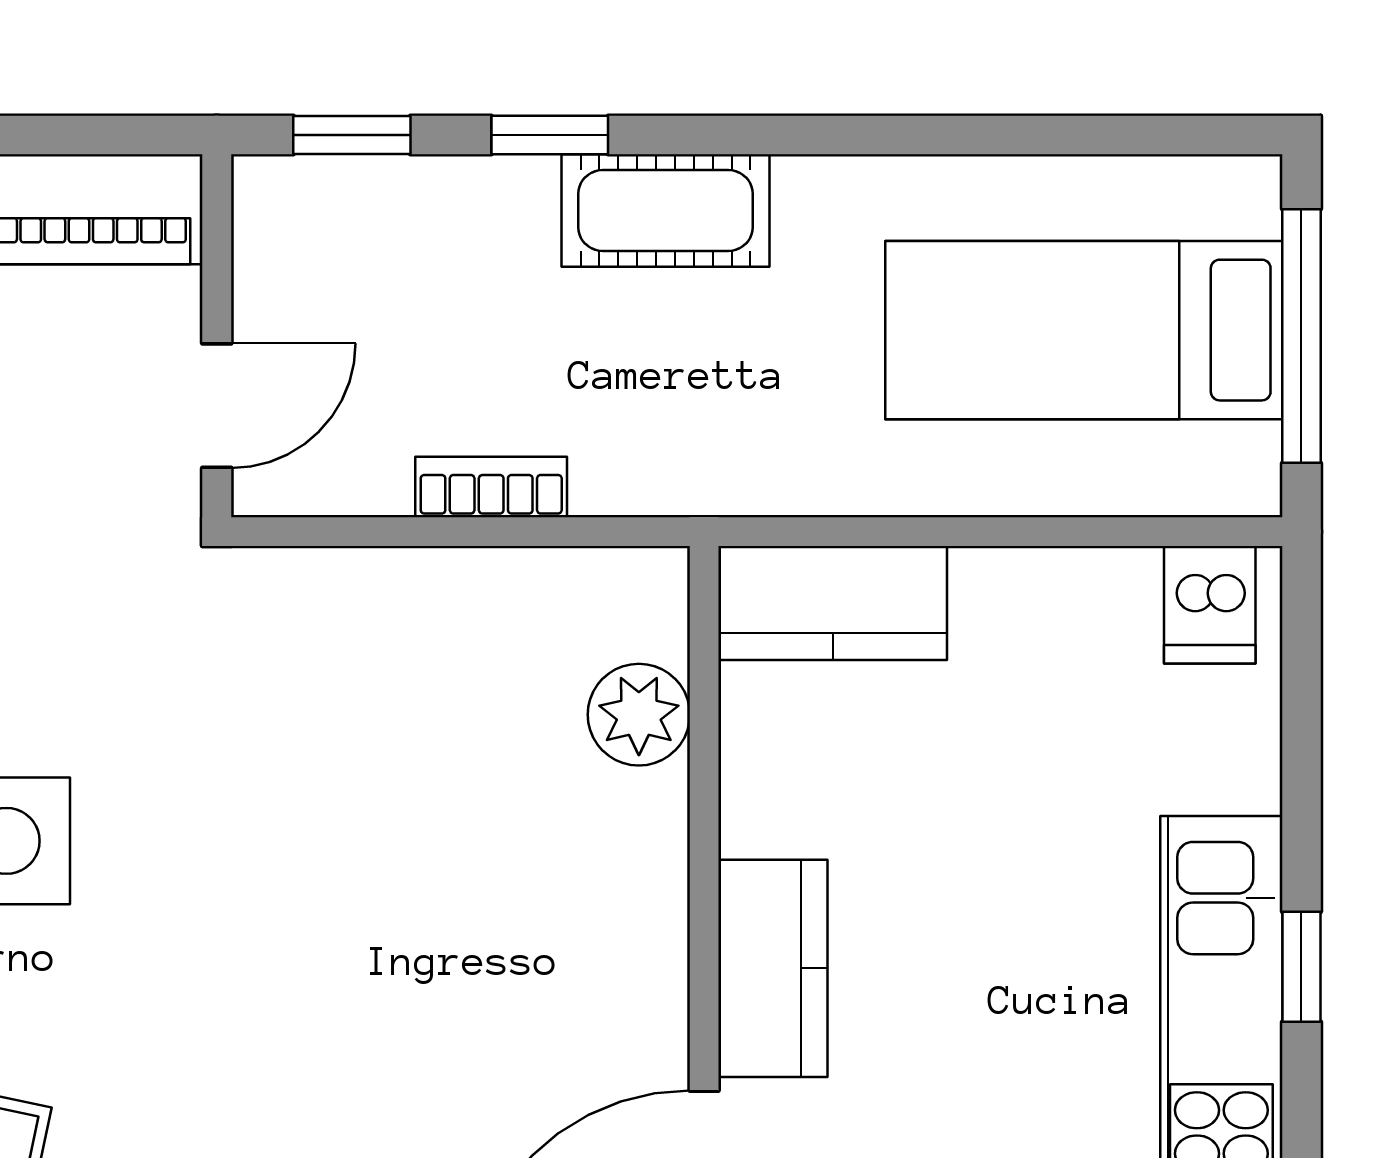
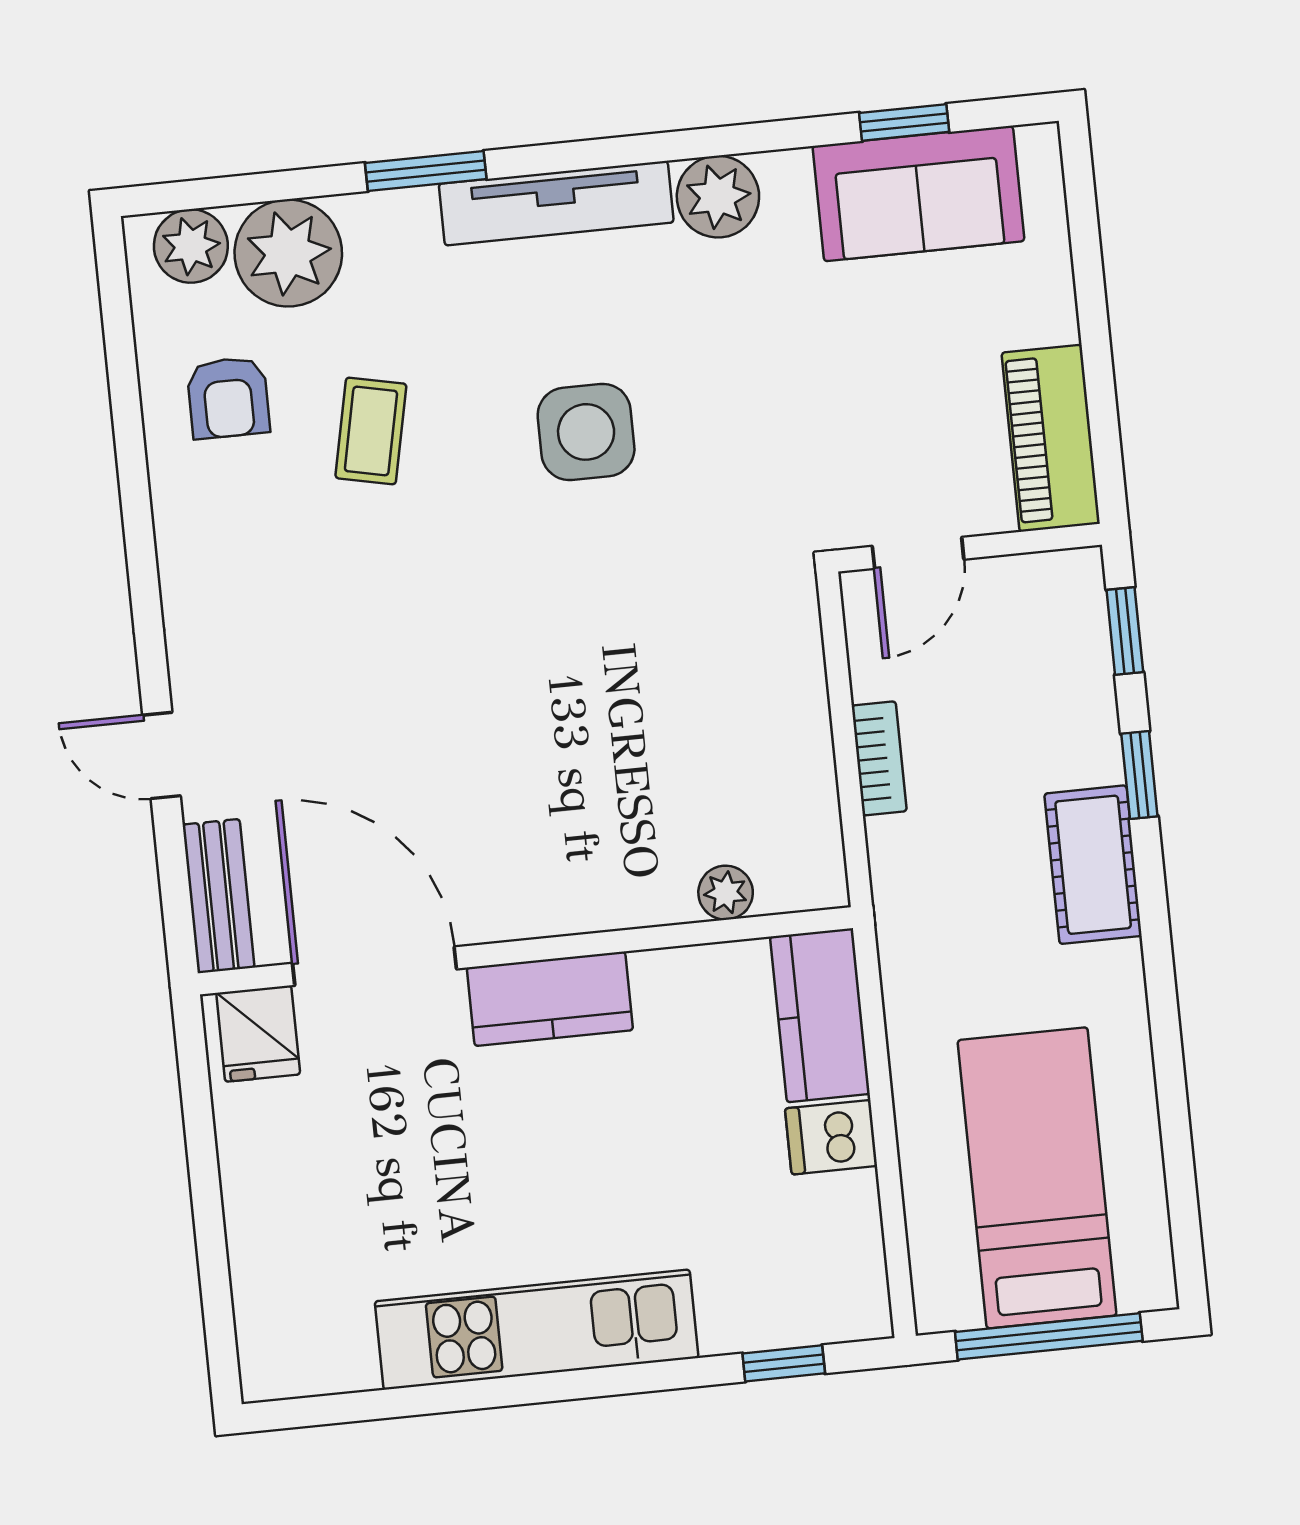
door: (217, 406) -> (918, 553), hinge flipped
dishwasher: (1210, 605) -> (831, 1137), moved
plant: (639, 715) -> (726, 893), width x0.73, depth x0.73
window: (1301, 967) -> (784, 1363), moved

